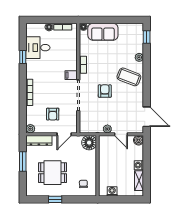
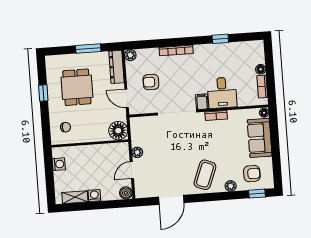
desk: (38, 48) -> (222, 93), moved, turned 180
armchair: (105, 91) -> (252, 174), moved
door: (147, 117) -> (171, 200), moved

